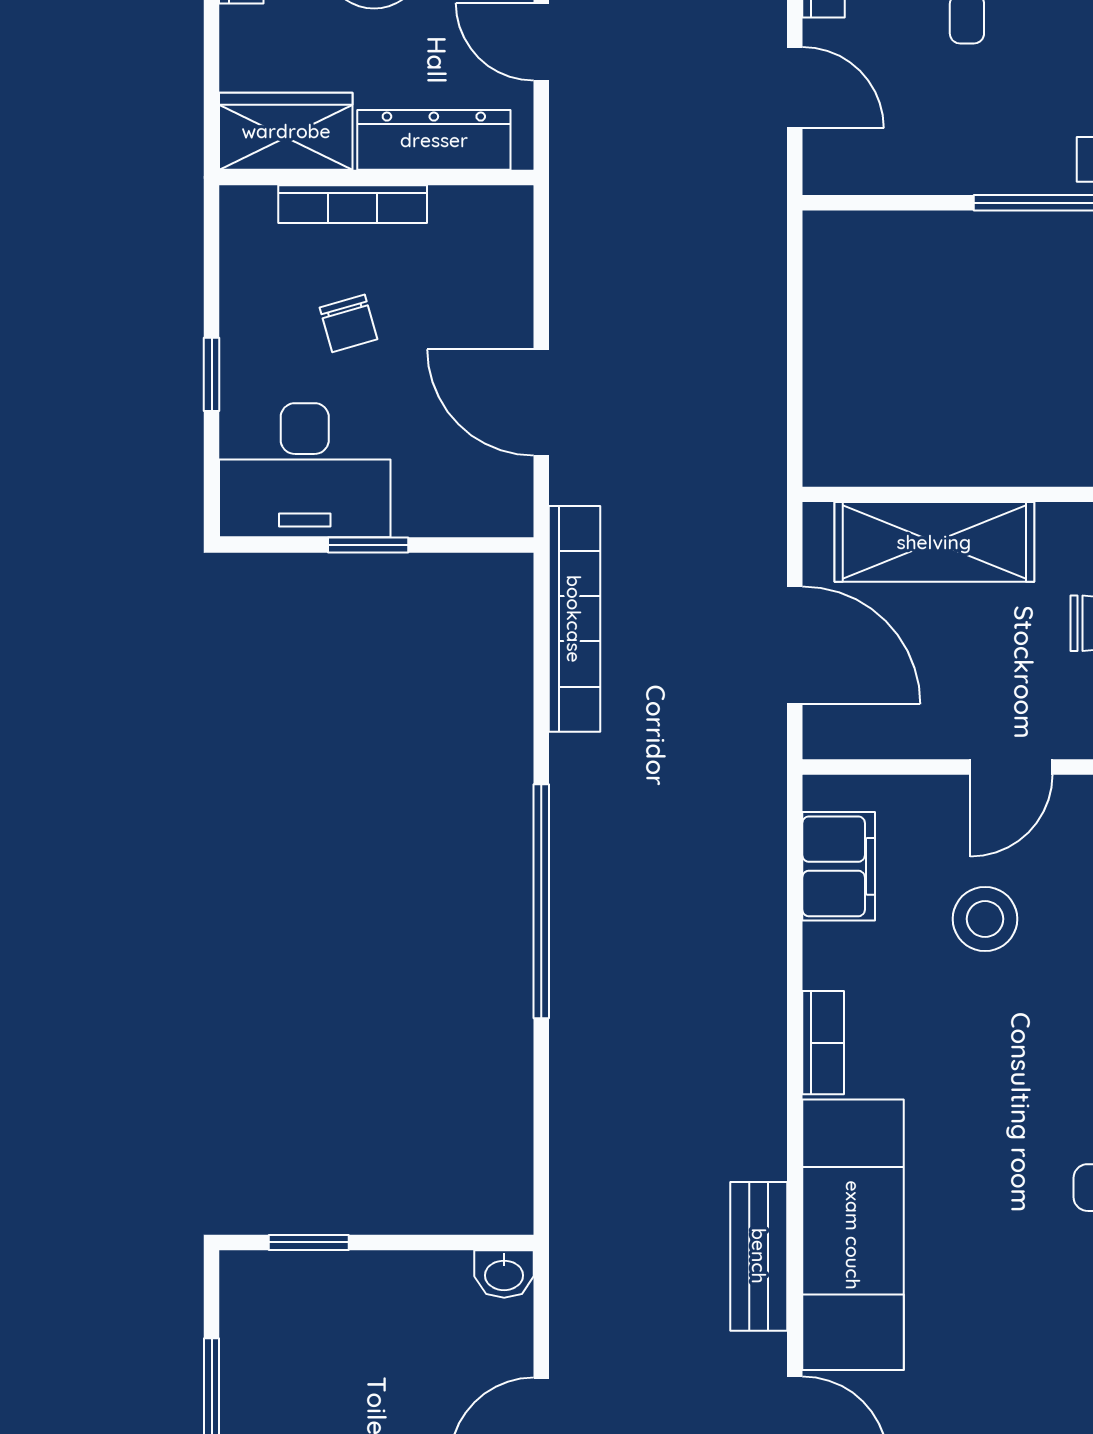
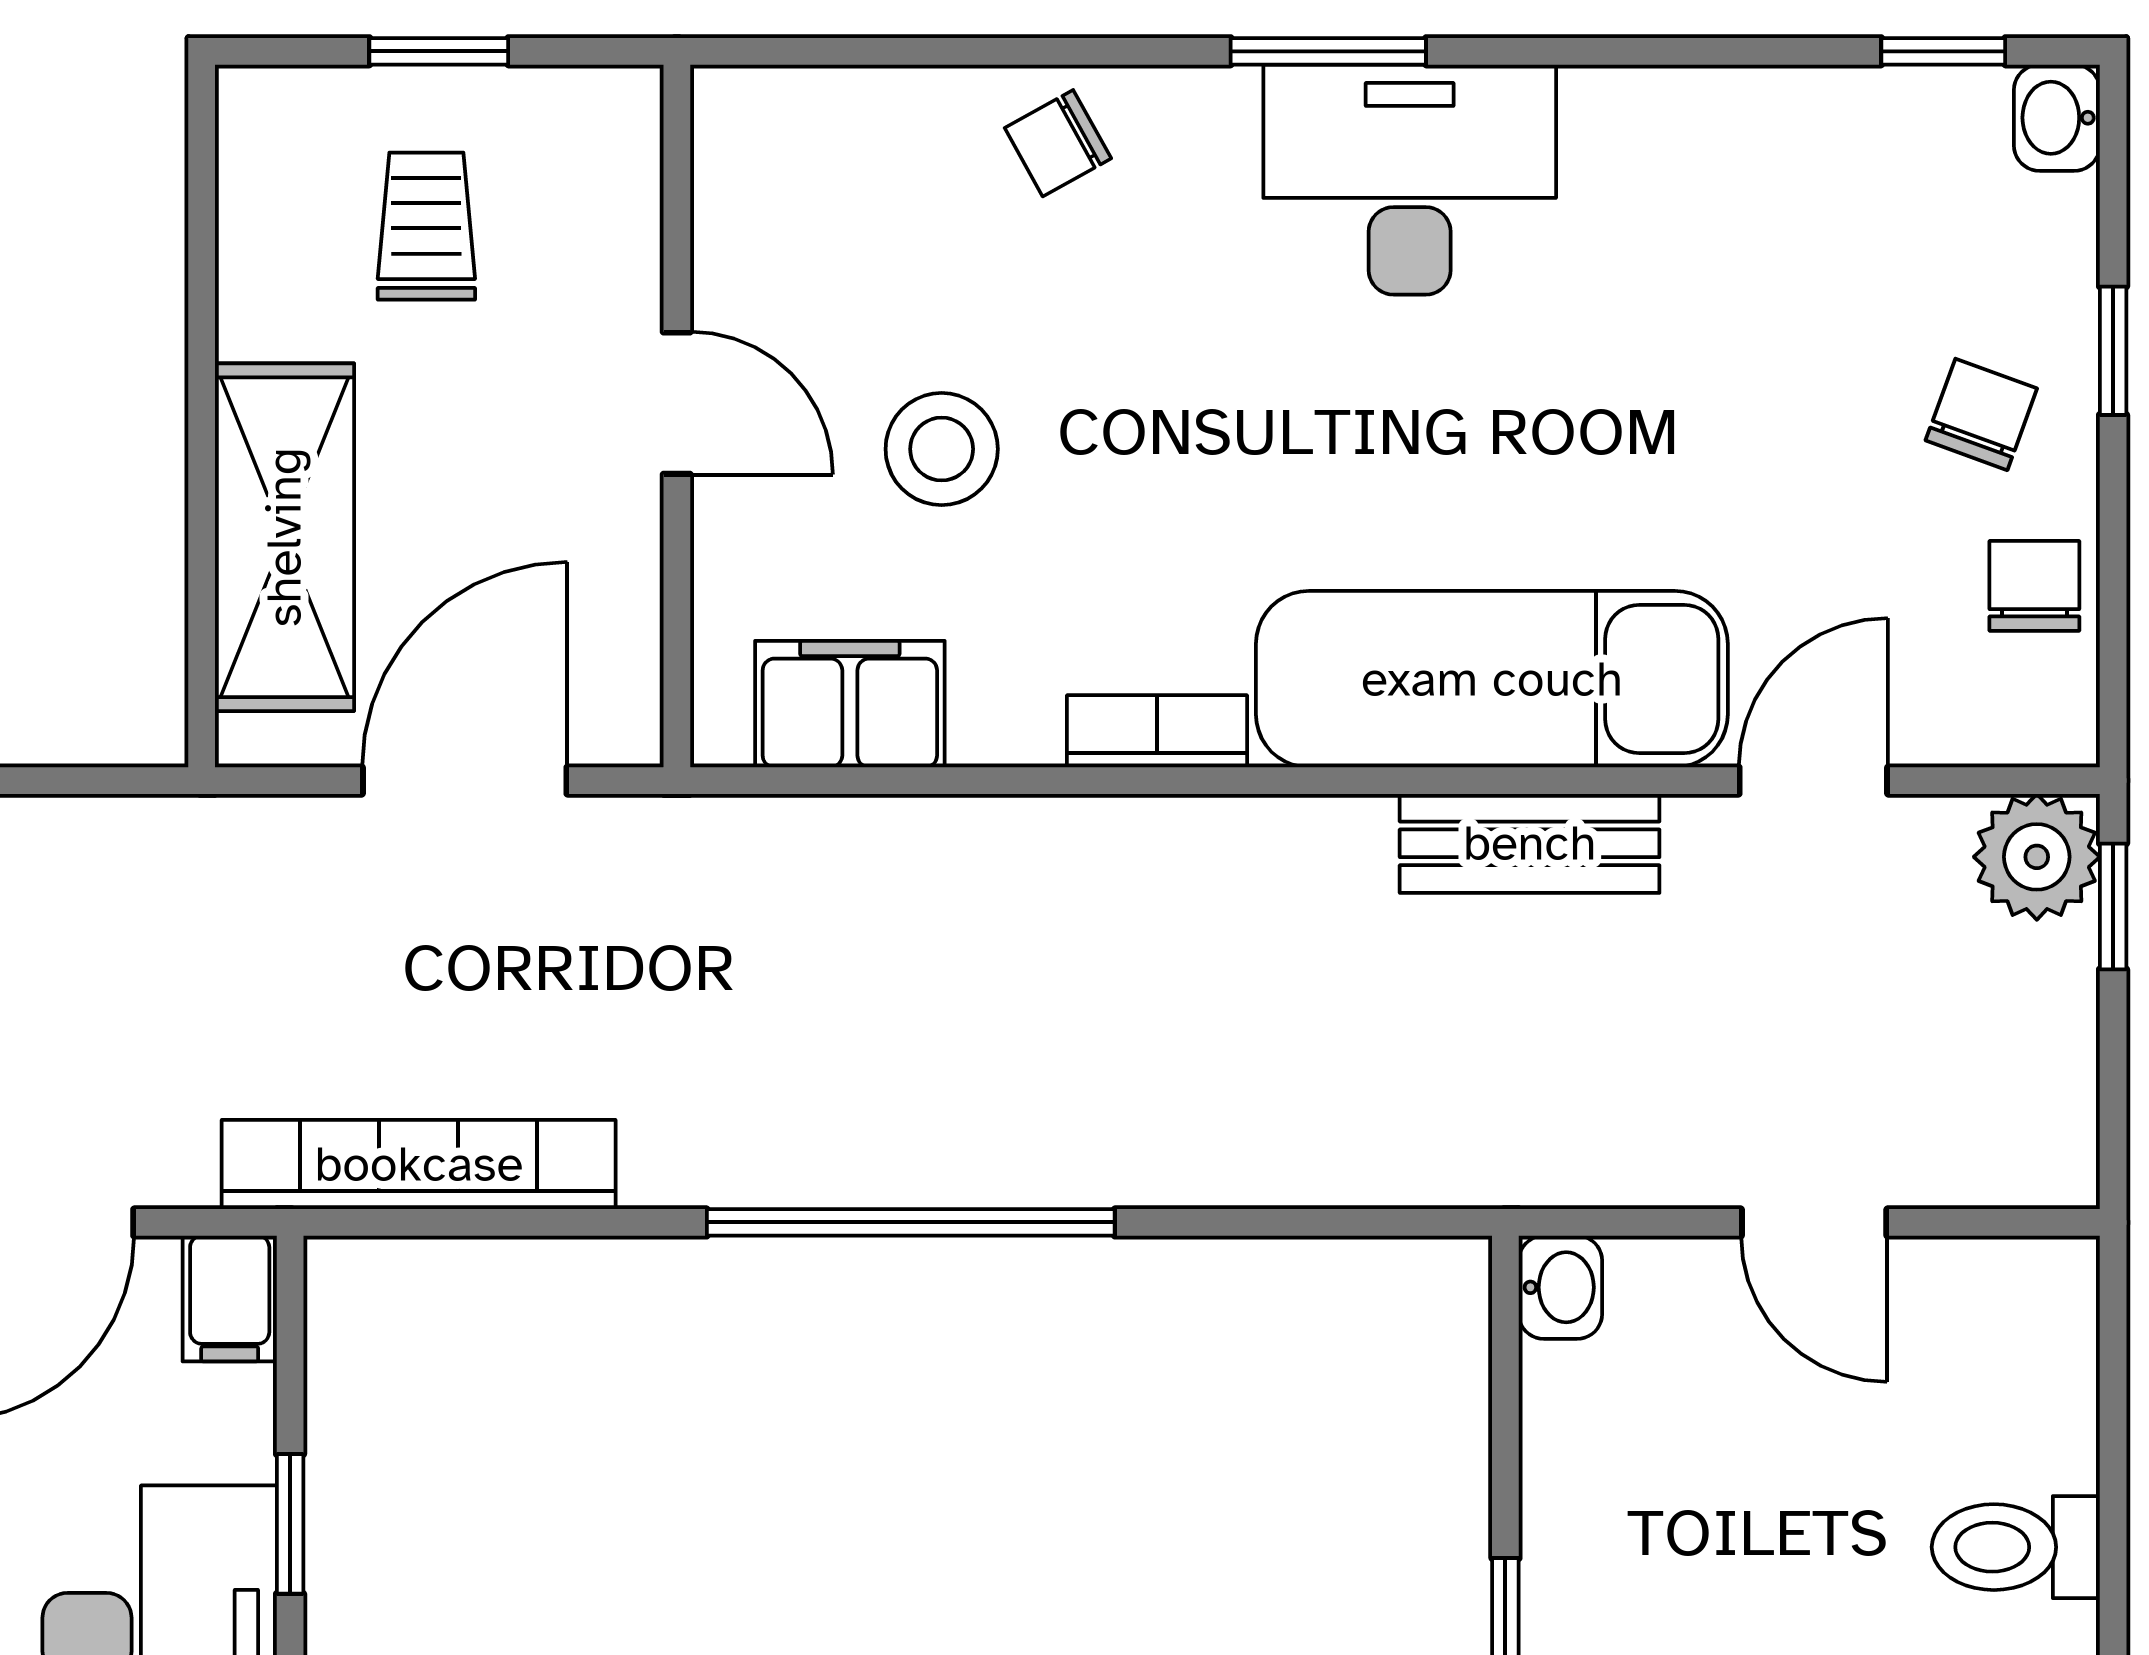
filing cabinet: (498, 510) -> (230, 1299), added

